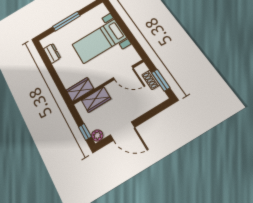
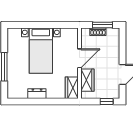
dresser: (52, 53) -> (37, 94), moved
door: (123, 73) -> (79, 58), moved
plant: (97, 135) -> (115, 94), removed

